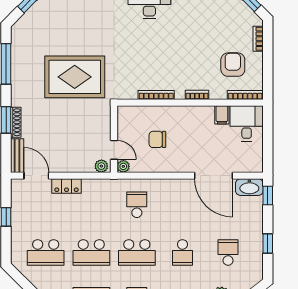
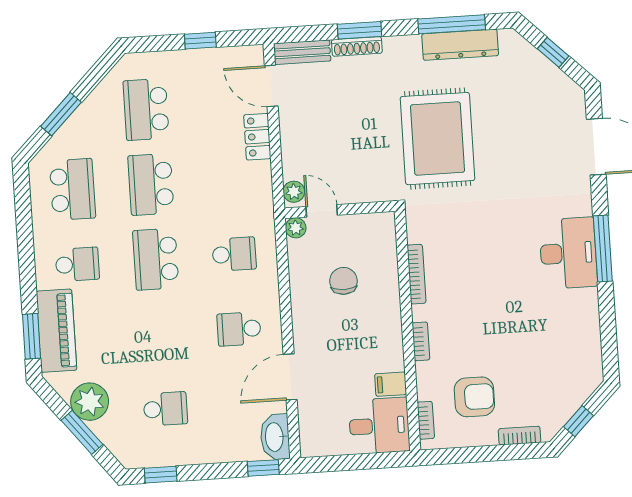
dresser: (19, 59) -> (460, 45), added
bookcase: (245, 95) -> (426, 420), width x0.64
door: (114, 150) -> (322, 211), swing flipped
door: (36, 176) -> (271, 86), swing flipped
door: (214, 176) -> (290, 377), width x0.73
window: (268, 243) -> (161, 475), moved
school desk: (182, 252) -> (239, 329), moved

